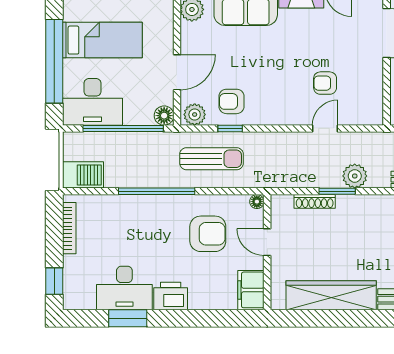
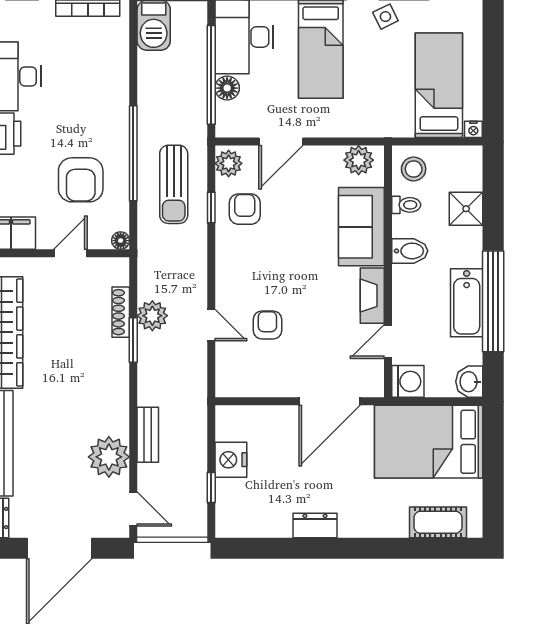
door: (177, 72) -> (281, 142), hinge flipped
floor lamp: (164, 116) -> (227, 88), moved
plant: (355, 176) -> (152, 316), moved
window: (157, 191) -> (133, 153), moved

